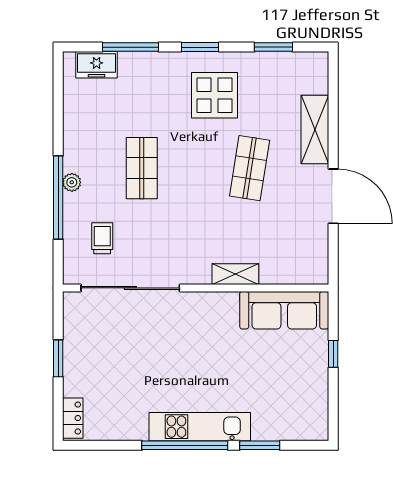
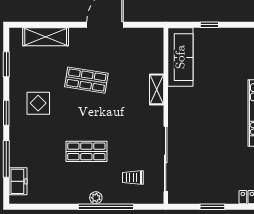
display table: (215, 95) -> (38, 103), width x0.73, depth x0.73
shelving: (315, 130) -> (46, 37), moved

